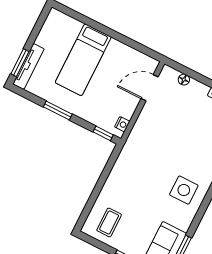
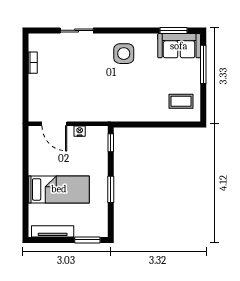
tv unit: (28, 66) -> (53, 231), moved
floor lamp: (184, 80) -> (33, 99), removed
nightstand: (122, 124) -> (80, 131), moved

